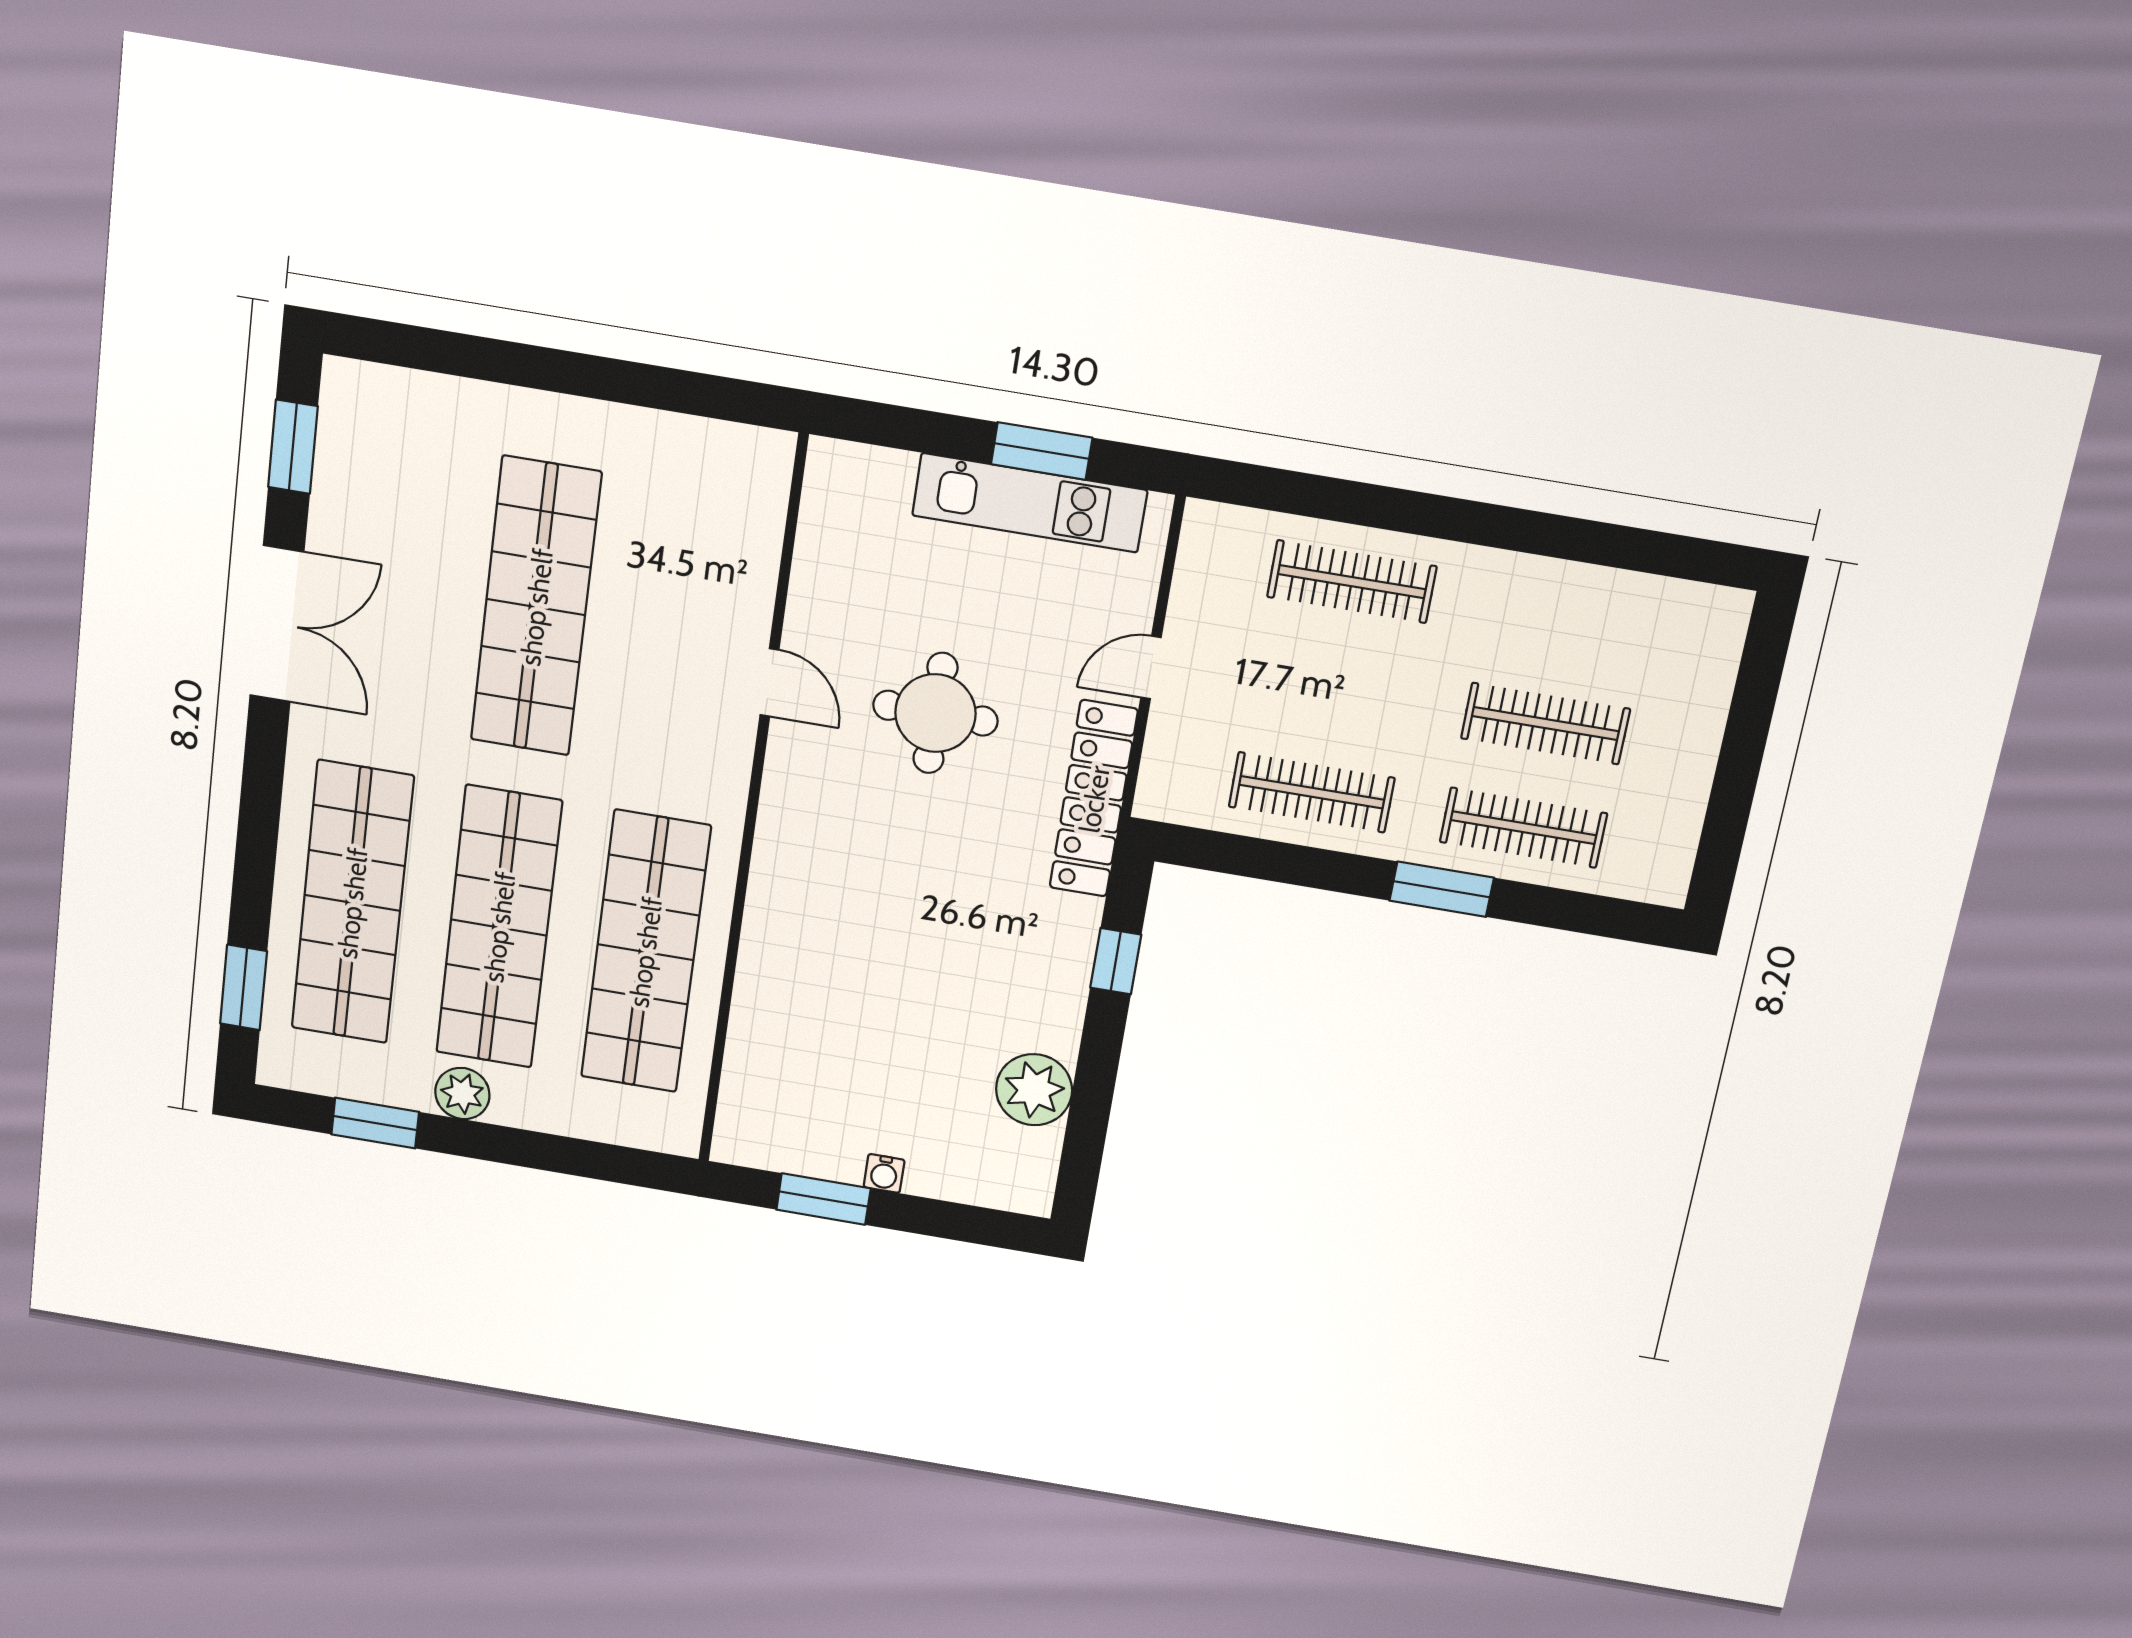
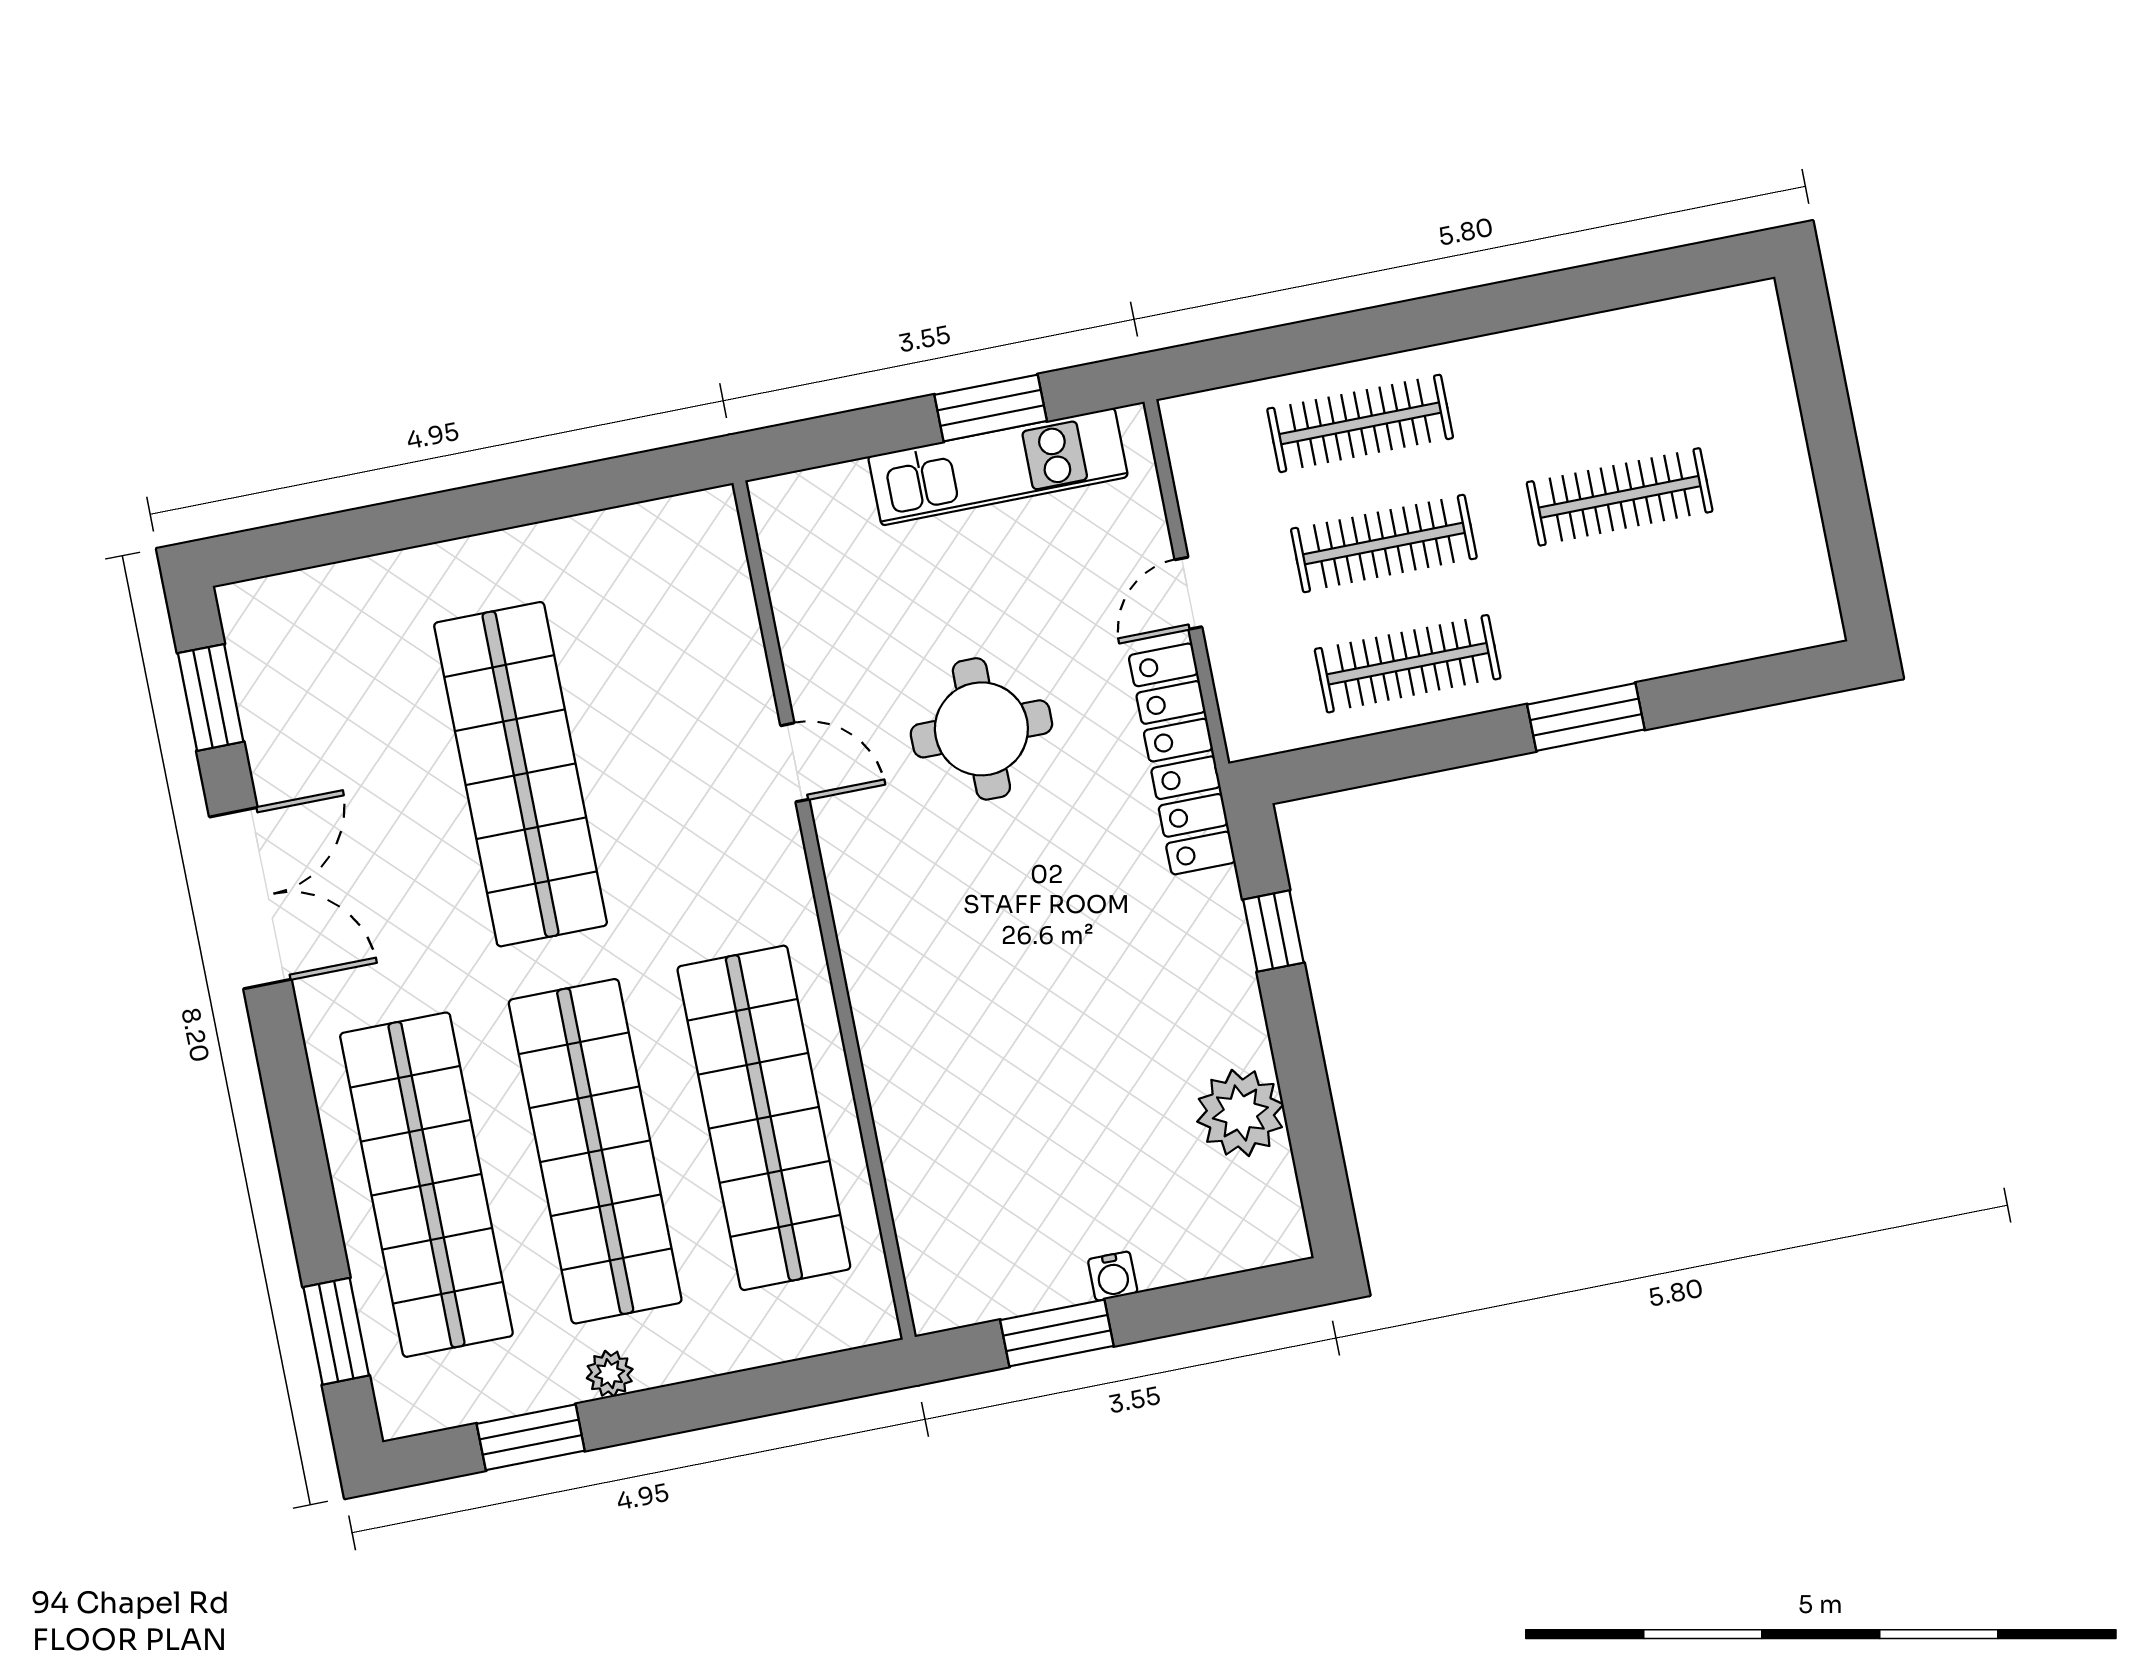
clothes rail: (1523, 828) -> (1384, 544), moved
plant: (462, 1093) -> (610, 1374), width x0.73, depth x0.73

